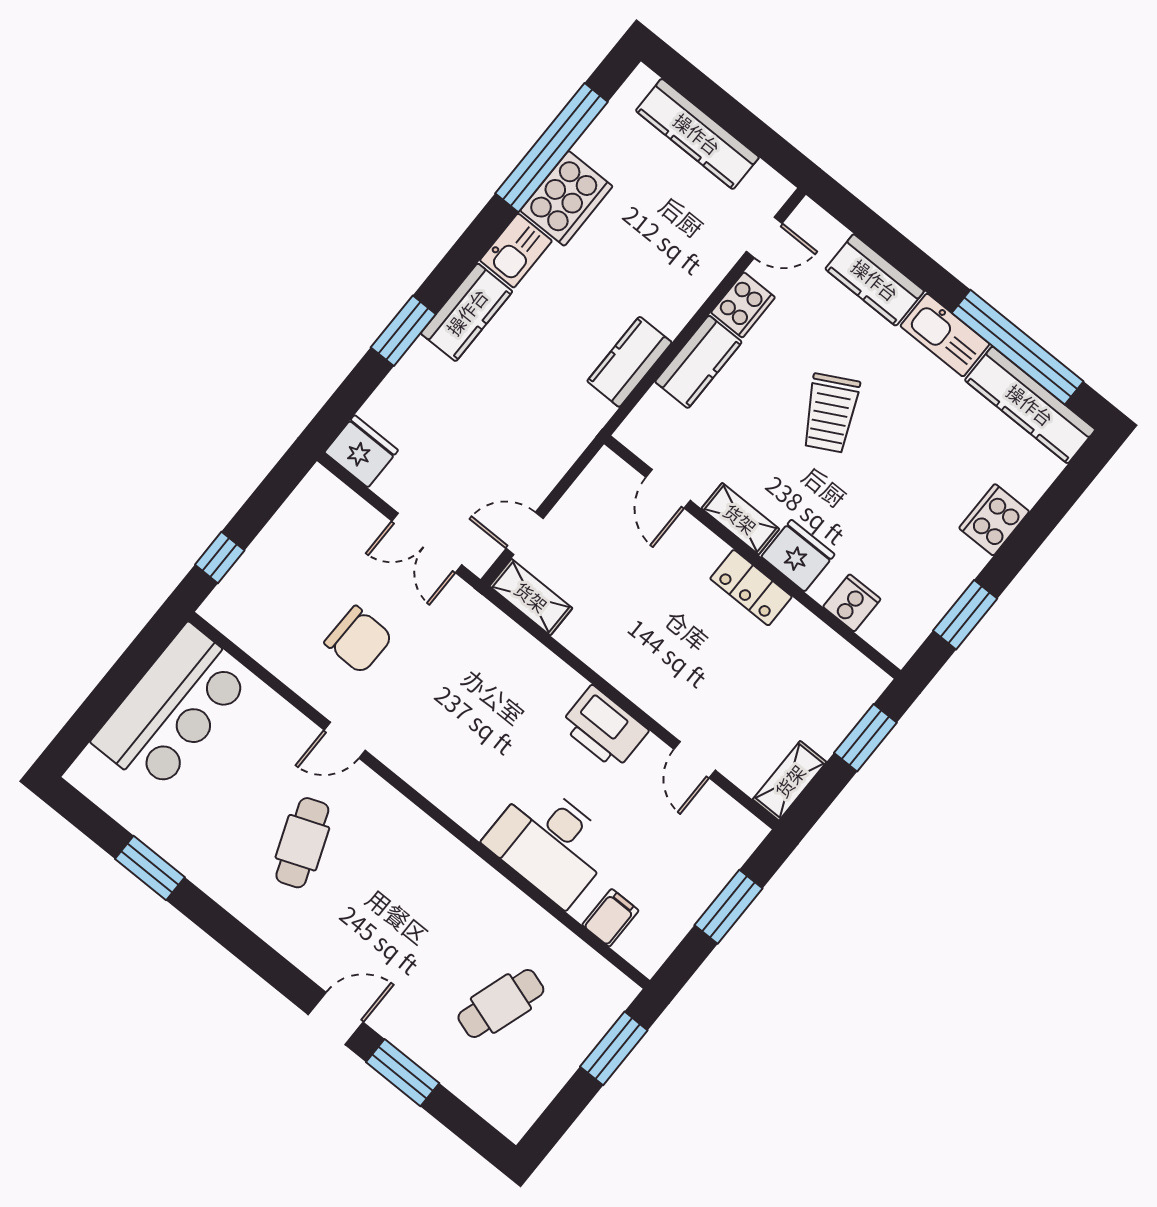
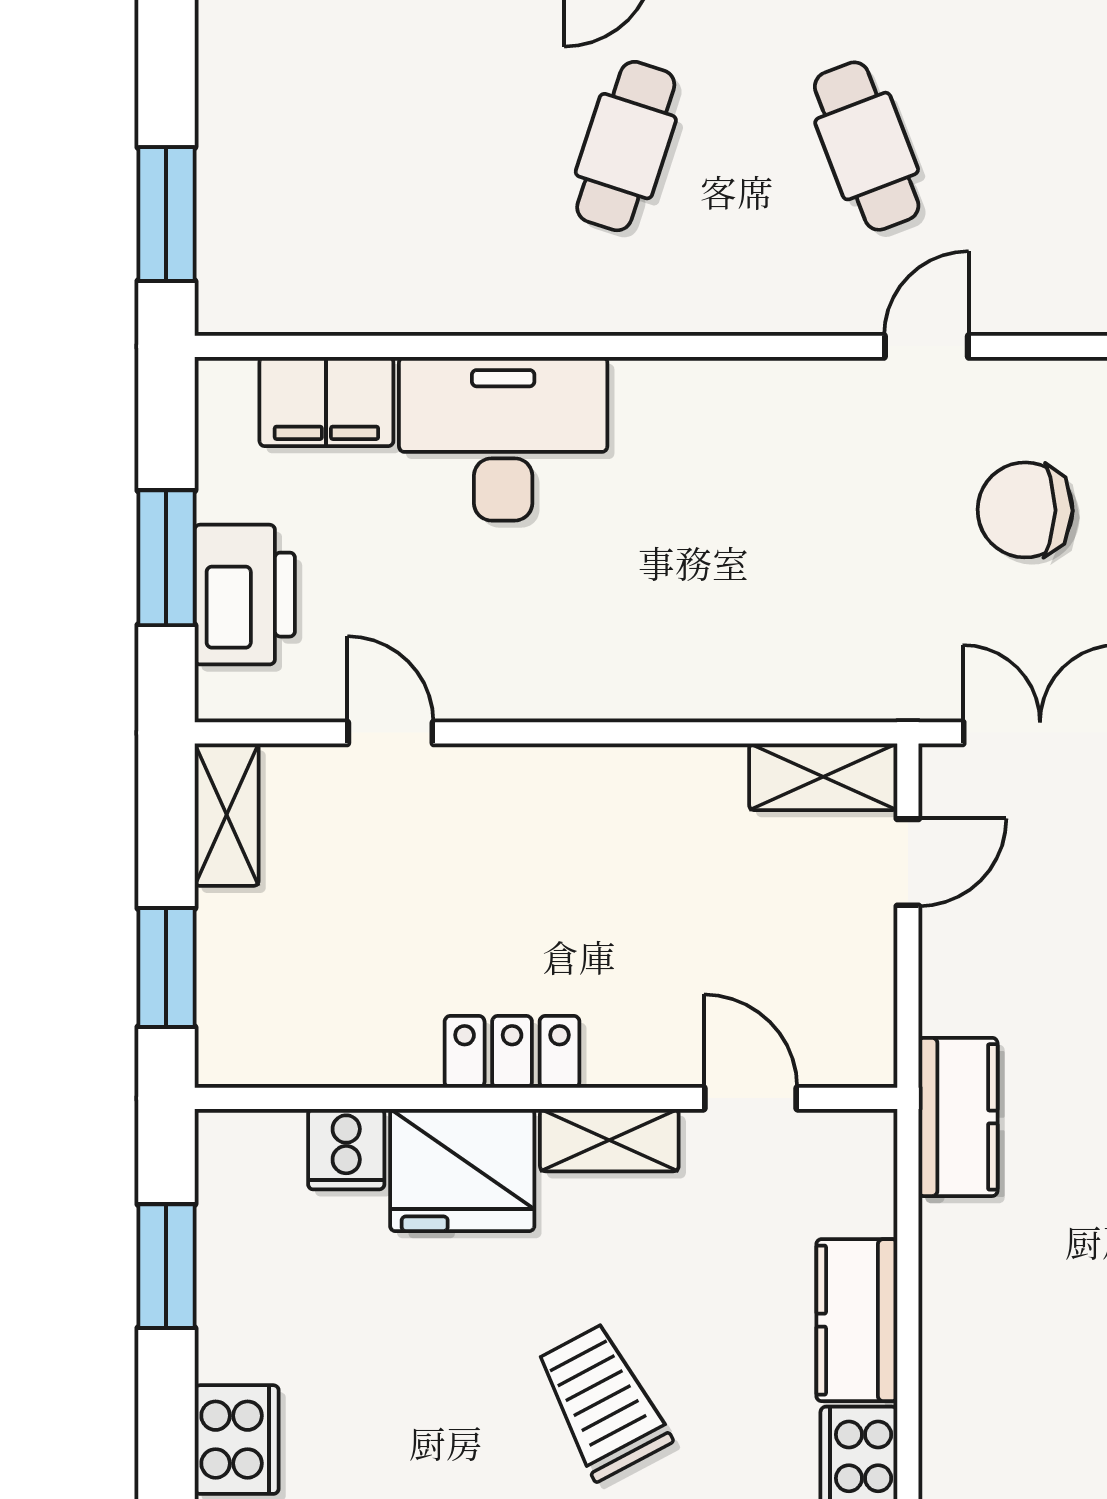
kitchen counter: (629, 362) -> (958, 1117), moved
fridge: (798, 556) -> (462, 1170), width x1.36, depth x1.34
printer: (604, 728) -> (245, 595), moved, turned 90
filing cabinet: (610, 918) -> (326, 402), width x2.00
cafe table: (501, 1004) -> (626, 146), moved

